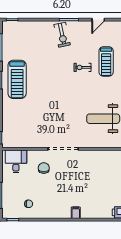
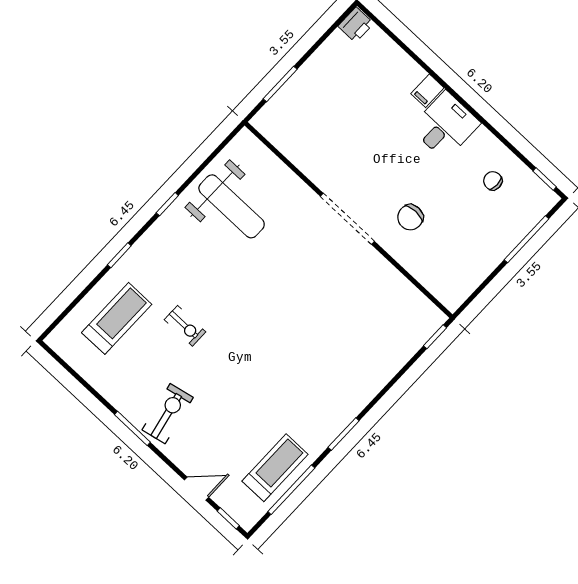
door: (98, 20) -> (197, 489), moved
treadmill: (106, 61) -> (117, 318), moved
treadmill: (17, 79) -> (275, 468), moved, width x0.73, depth x0.73
desk: (16, 161) -> (445, 126), moved, turned 180

